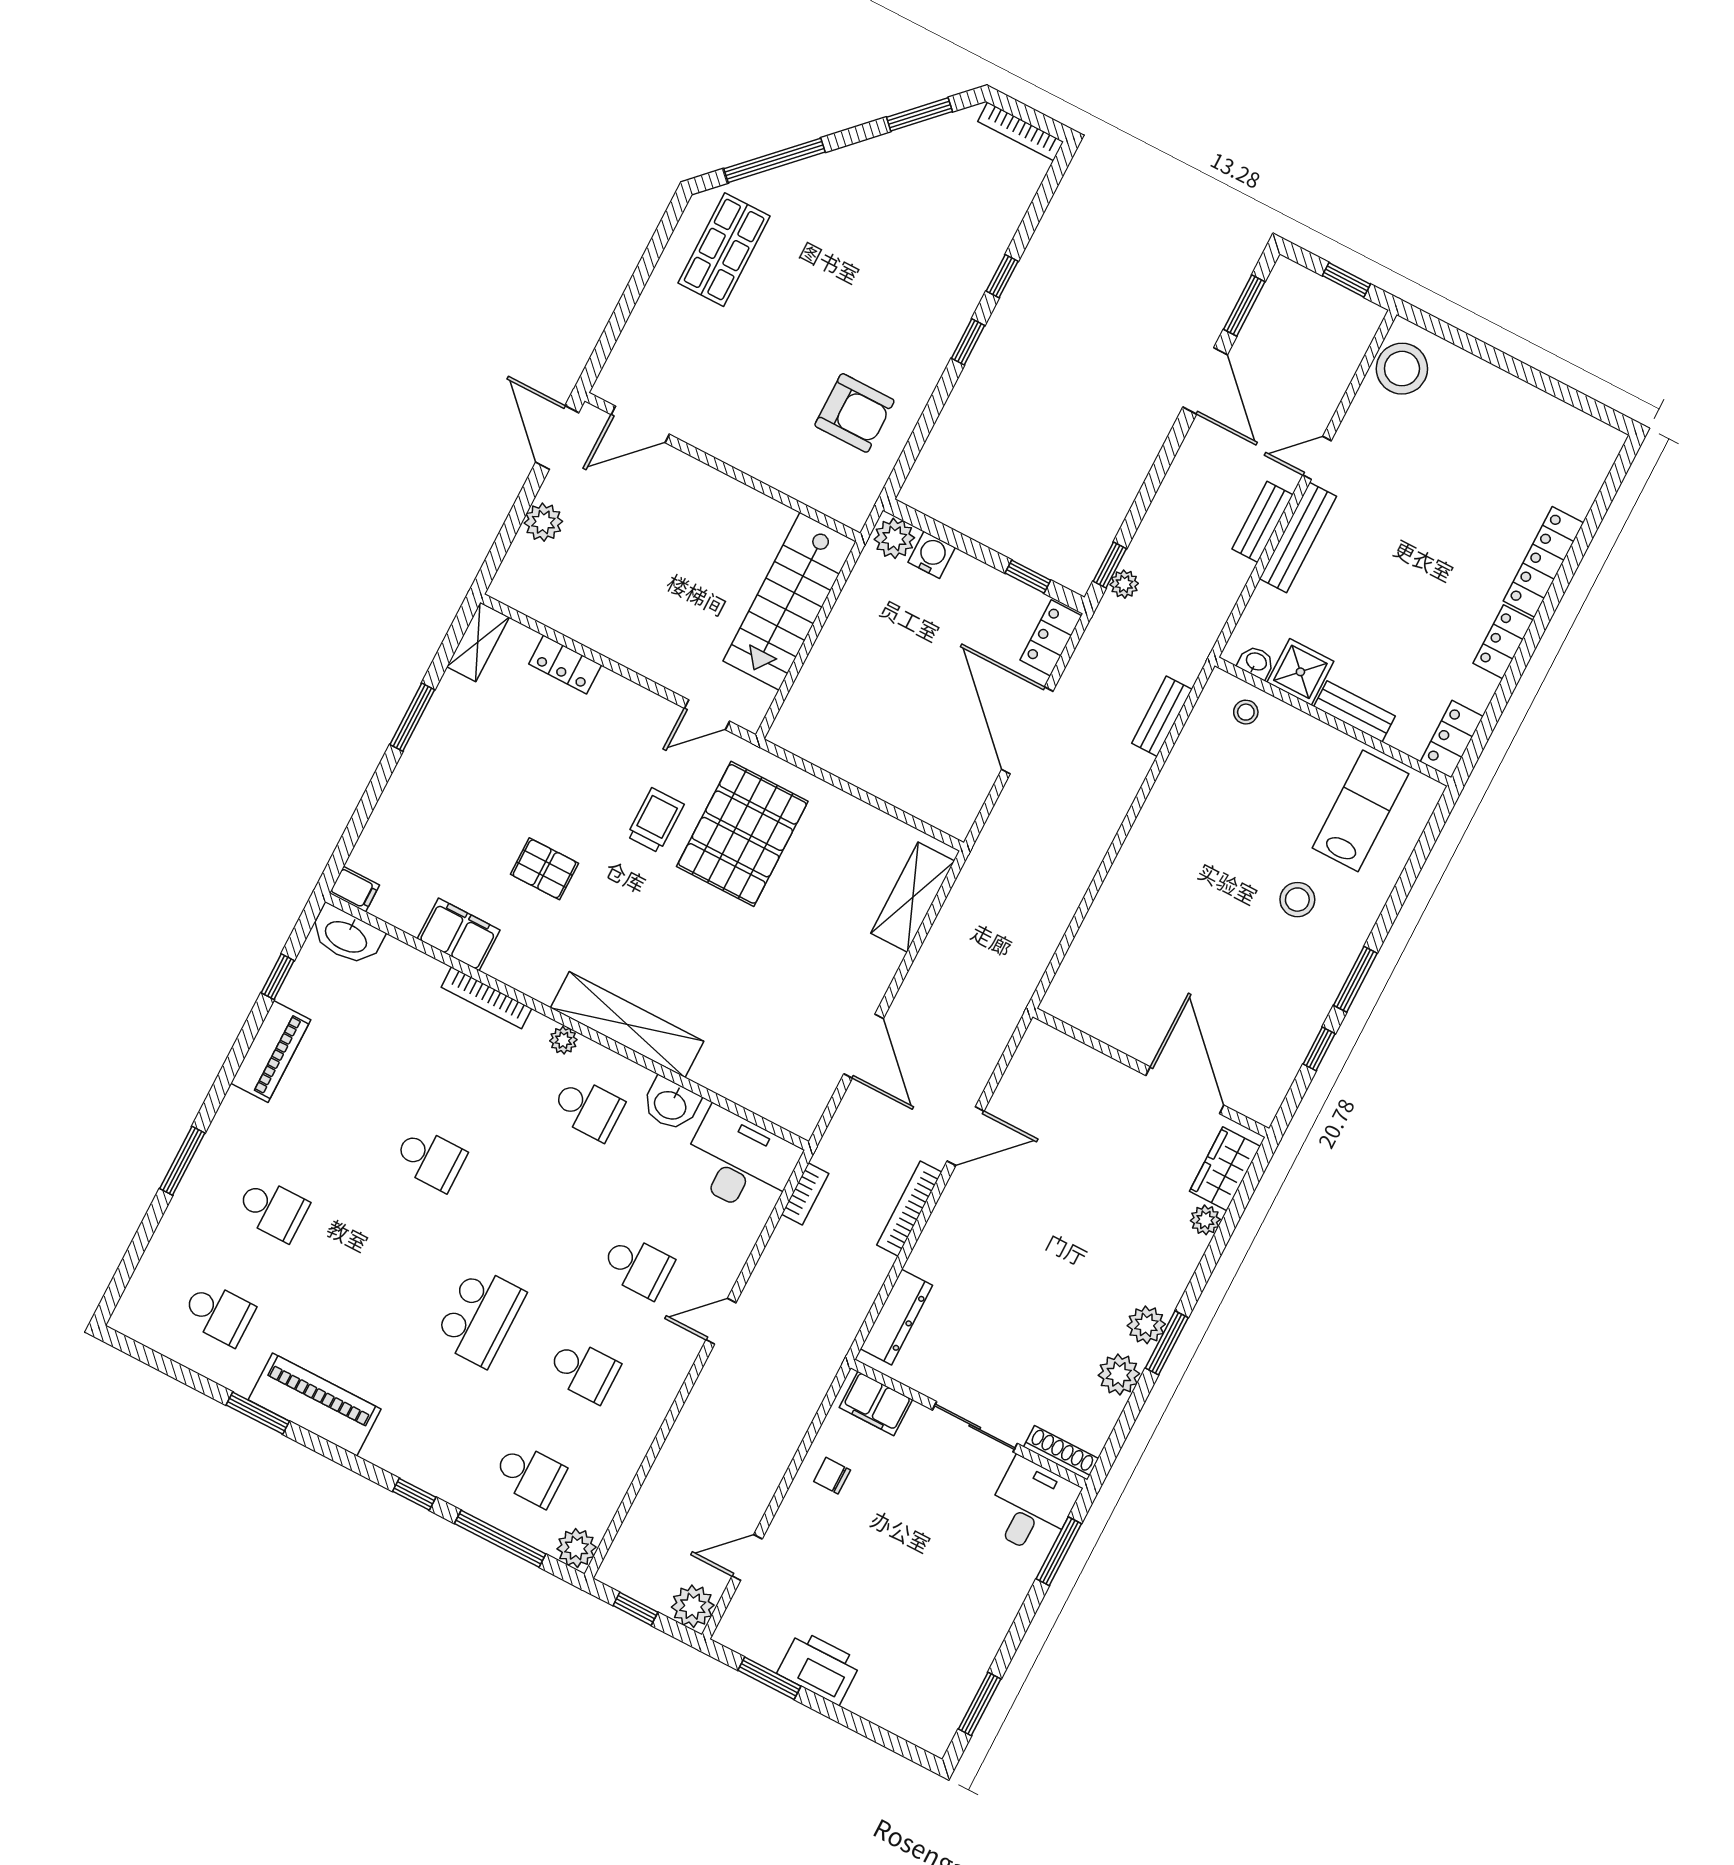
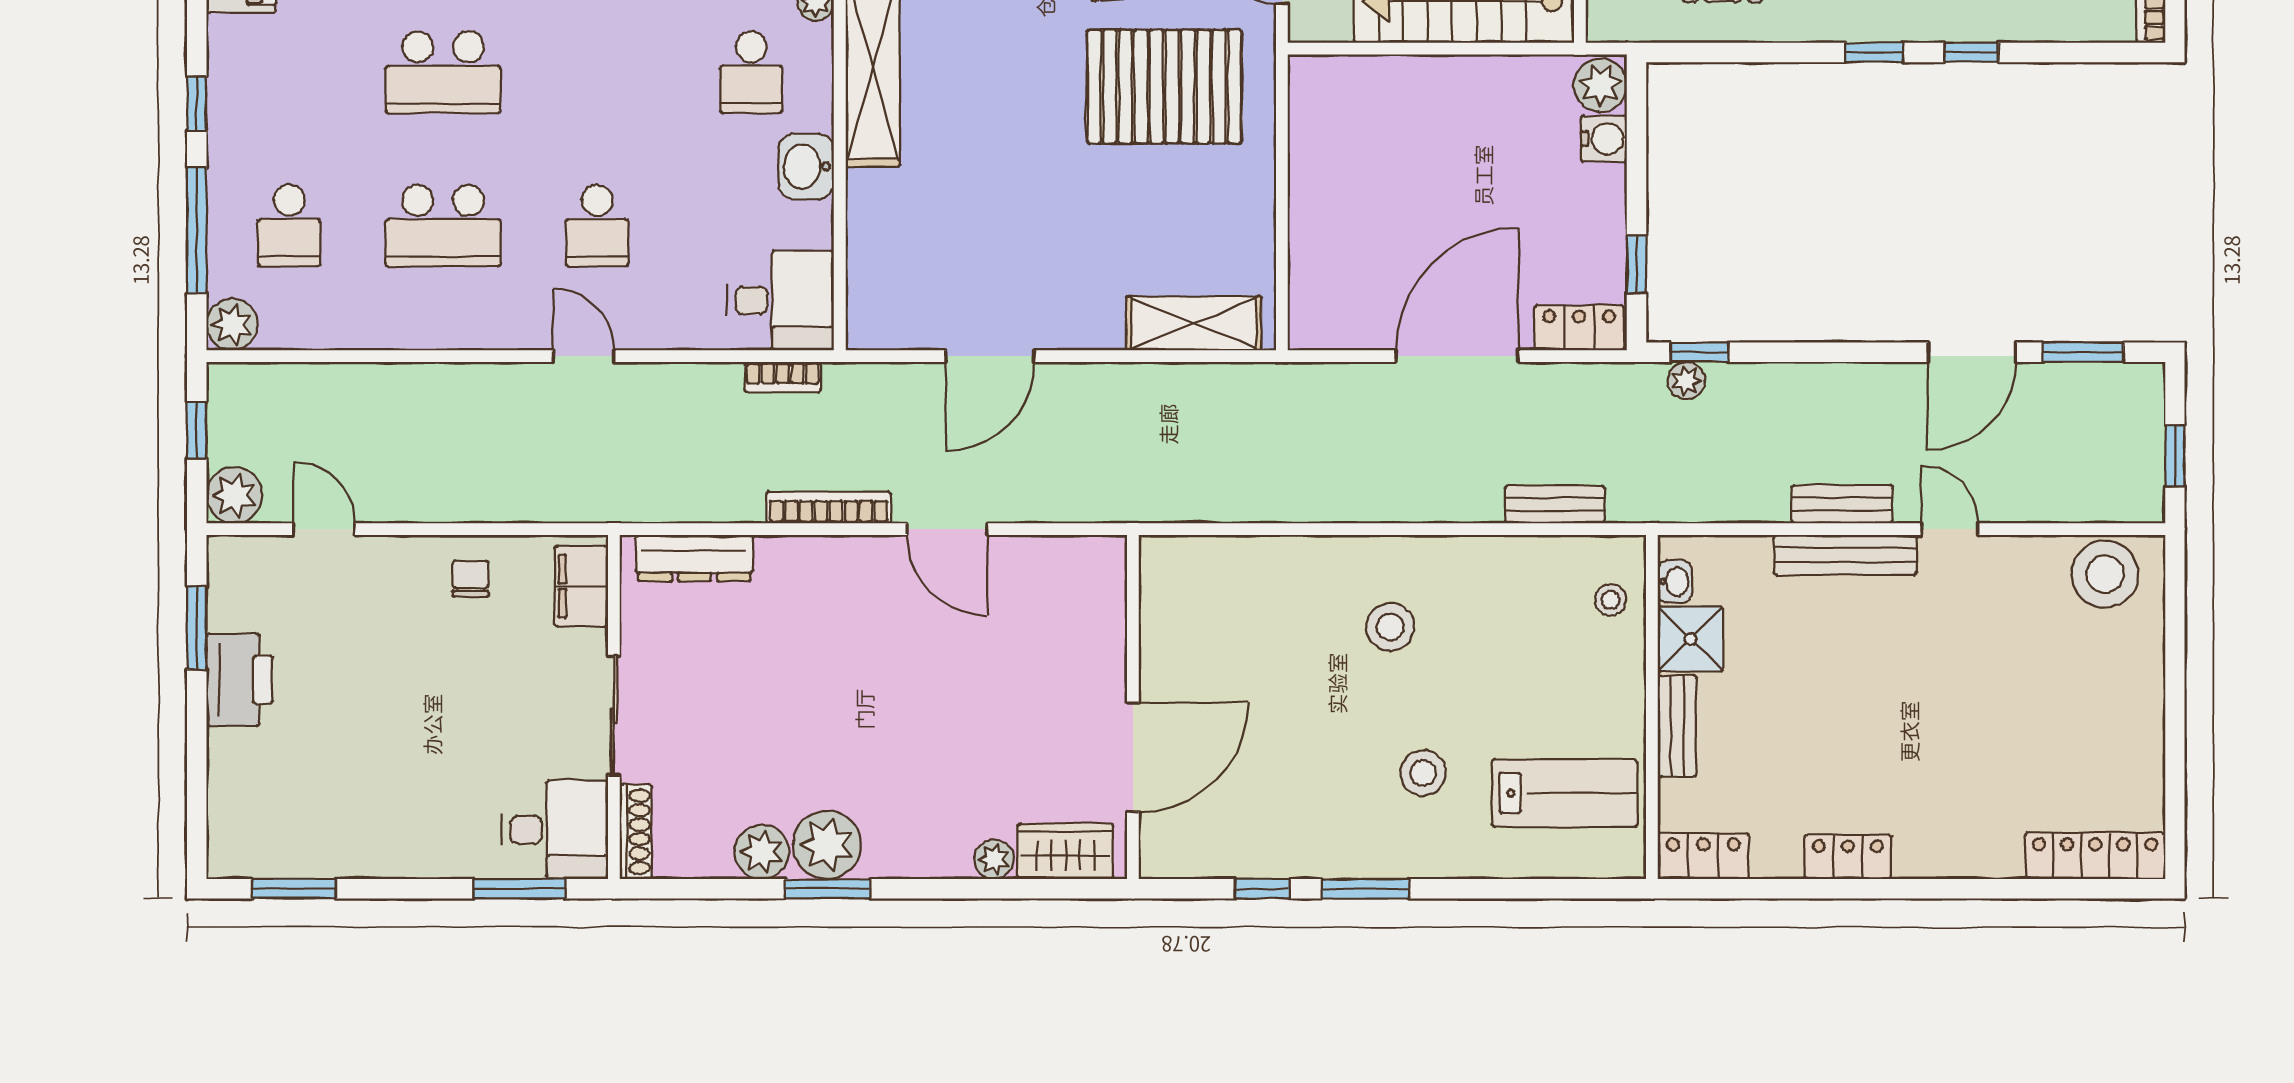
locker: (1543, 562) -> (2095, 856), moved
stool: (1187, 871) -> (1390, 627), added
desk: (740, 1162) -> (780, 301), width x0.73
plant: (1146, 1325) -> (827, 845), width x1.36, depth x1.36
school desk: (584, 1370) -> (443, 226), width x1.85

